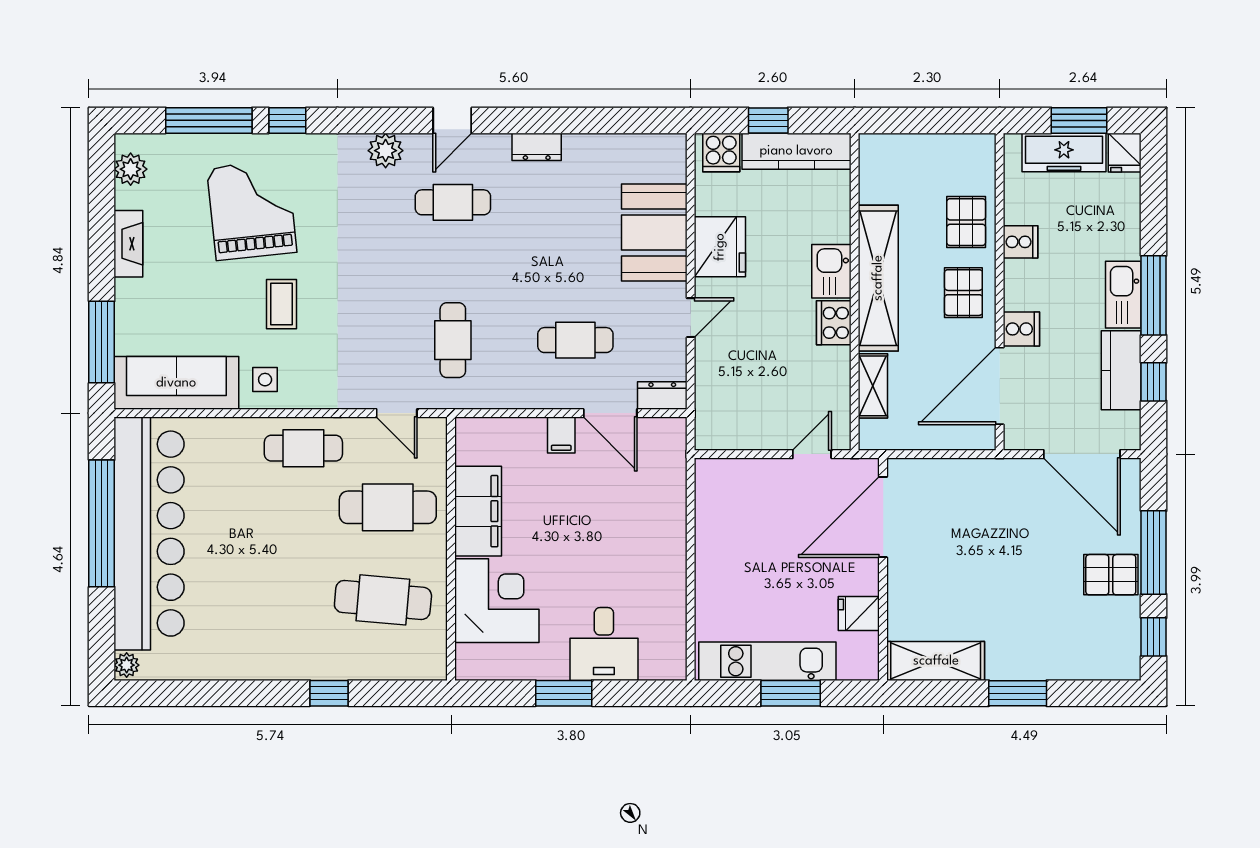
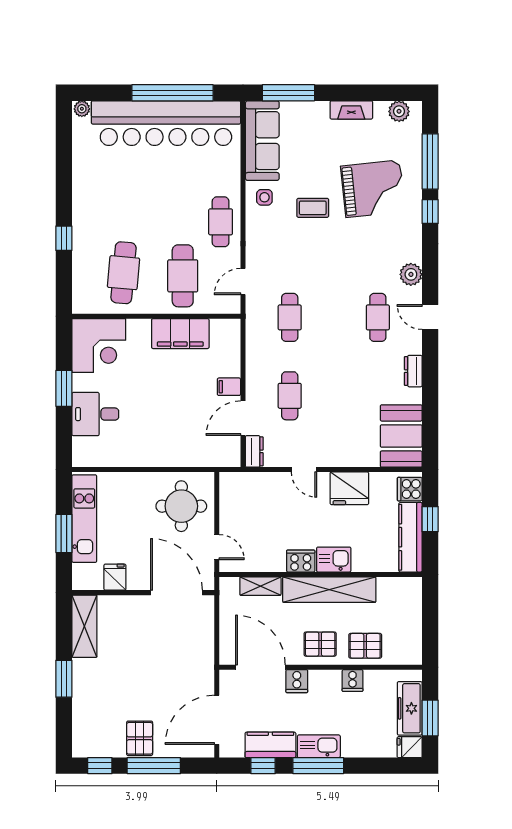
booth: (654, 232) -> (401, 436), moved, turned 90
cafe table: (453, 340) -> (290, 317), turned 90
round table: (748, 510) -> (181, 506), added
corner desk: (497, 601) -> (99, 346), moved

